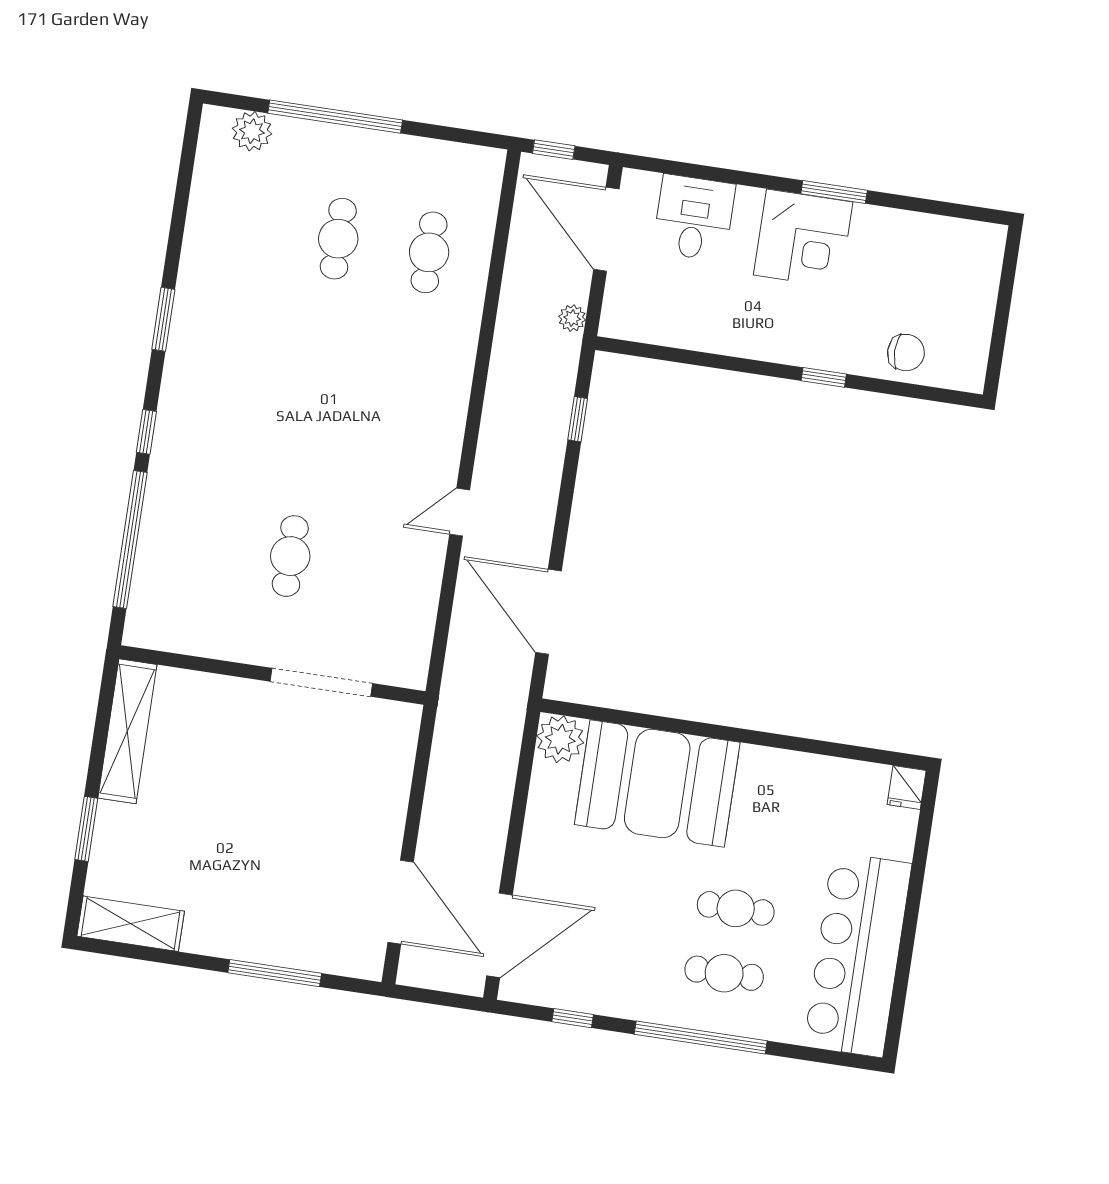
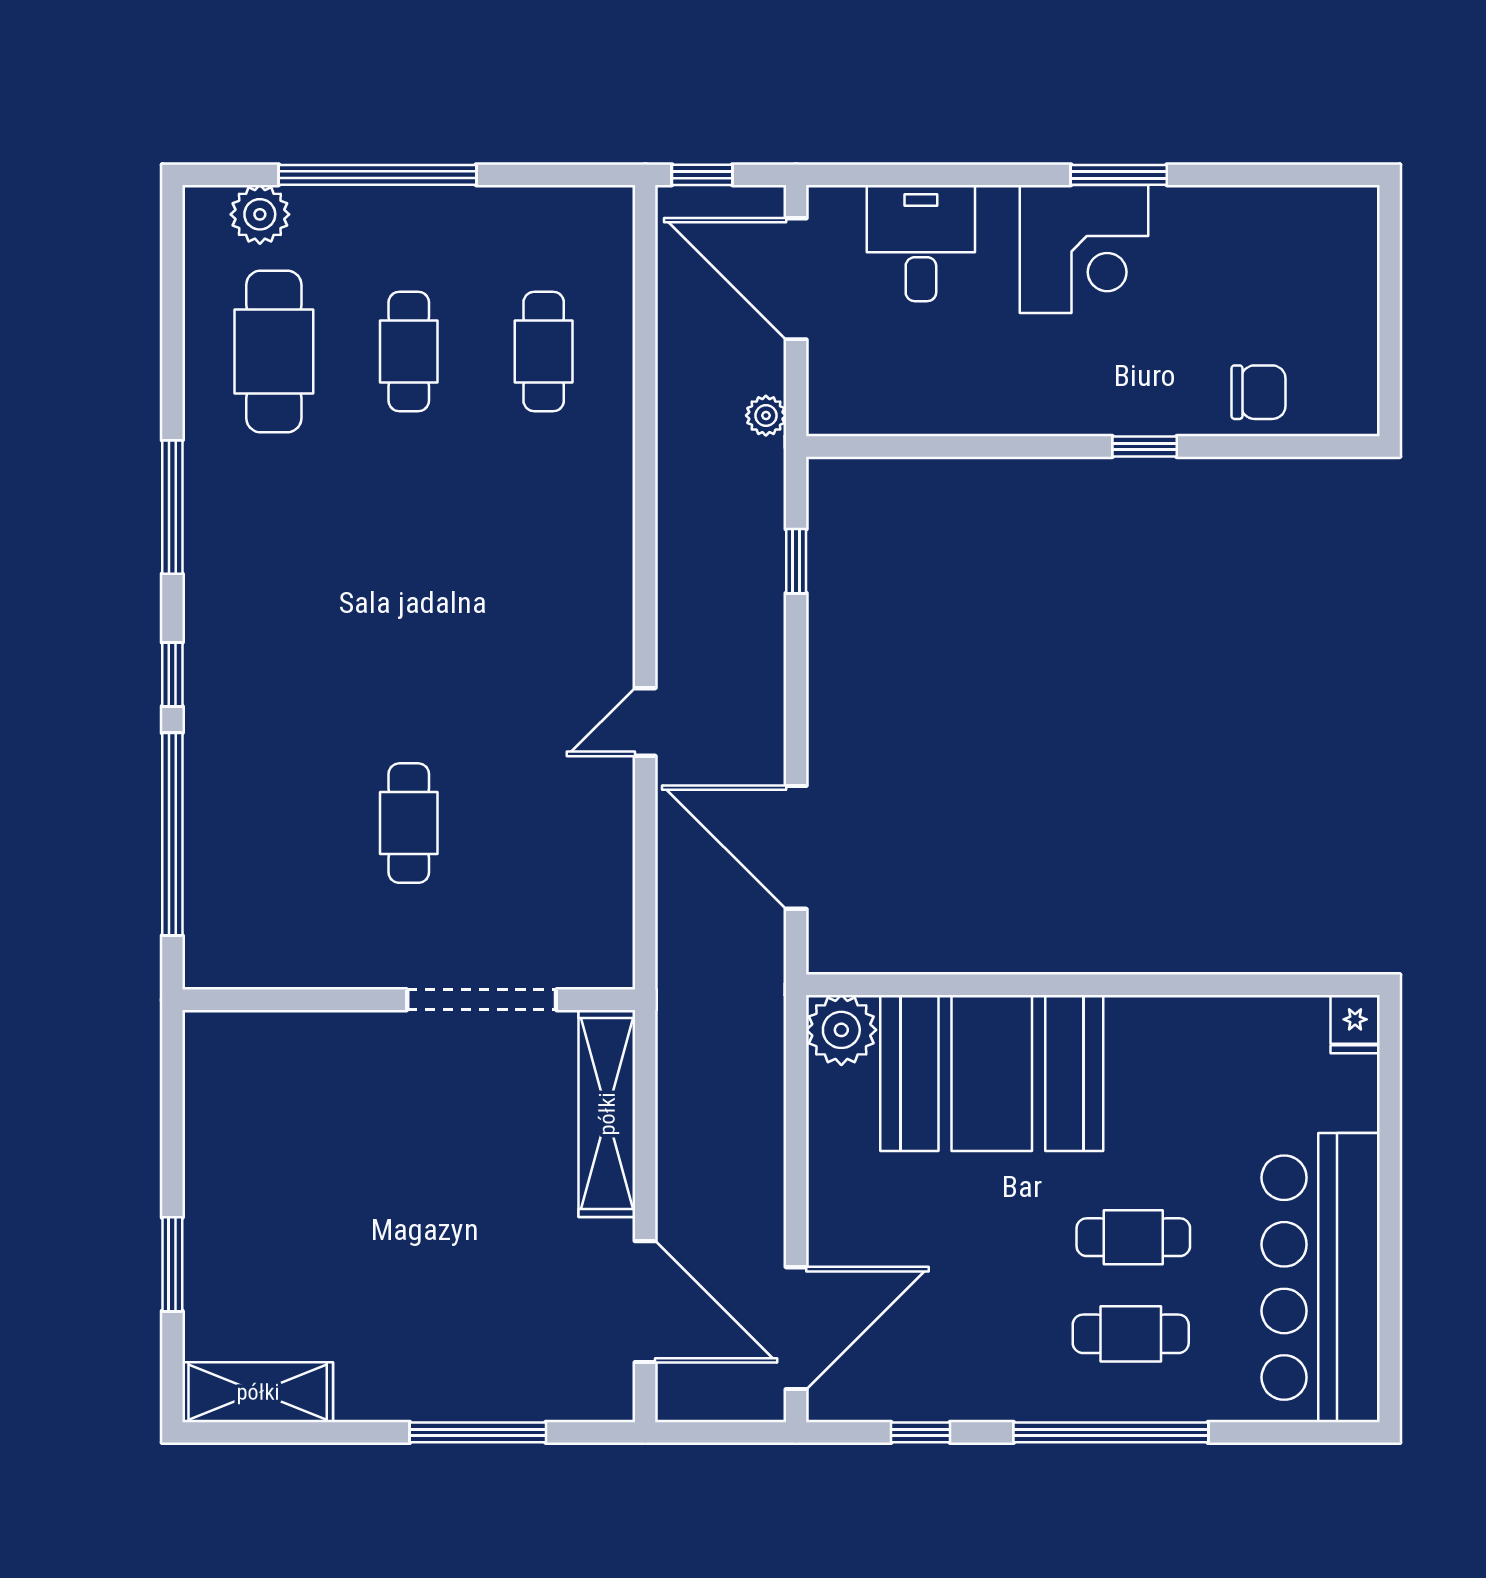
cafe table: (247, 225) -> (274, 352), added
window: (163, 319) -> (172, 507), width x1.44
shelving: (127, 731) -> (607, 1114), moved

